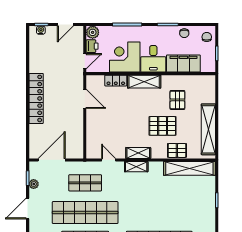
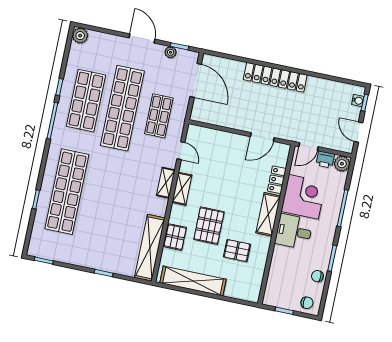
door: (85, 61) -> (308, 147), hinge flipped
filing cabinet: (183, 64) -> (280, 267), removed
door: (109, 160) -> (181, 151), hinge flipped

